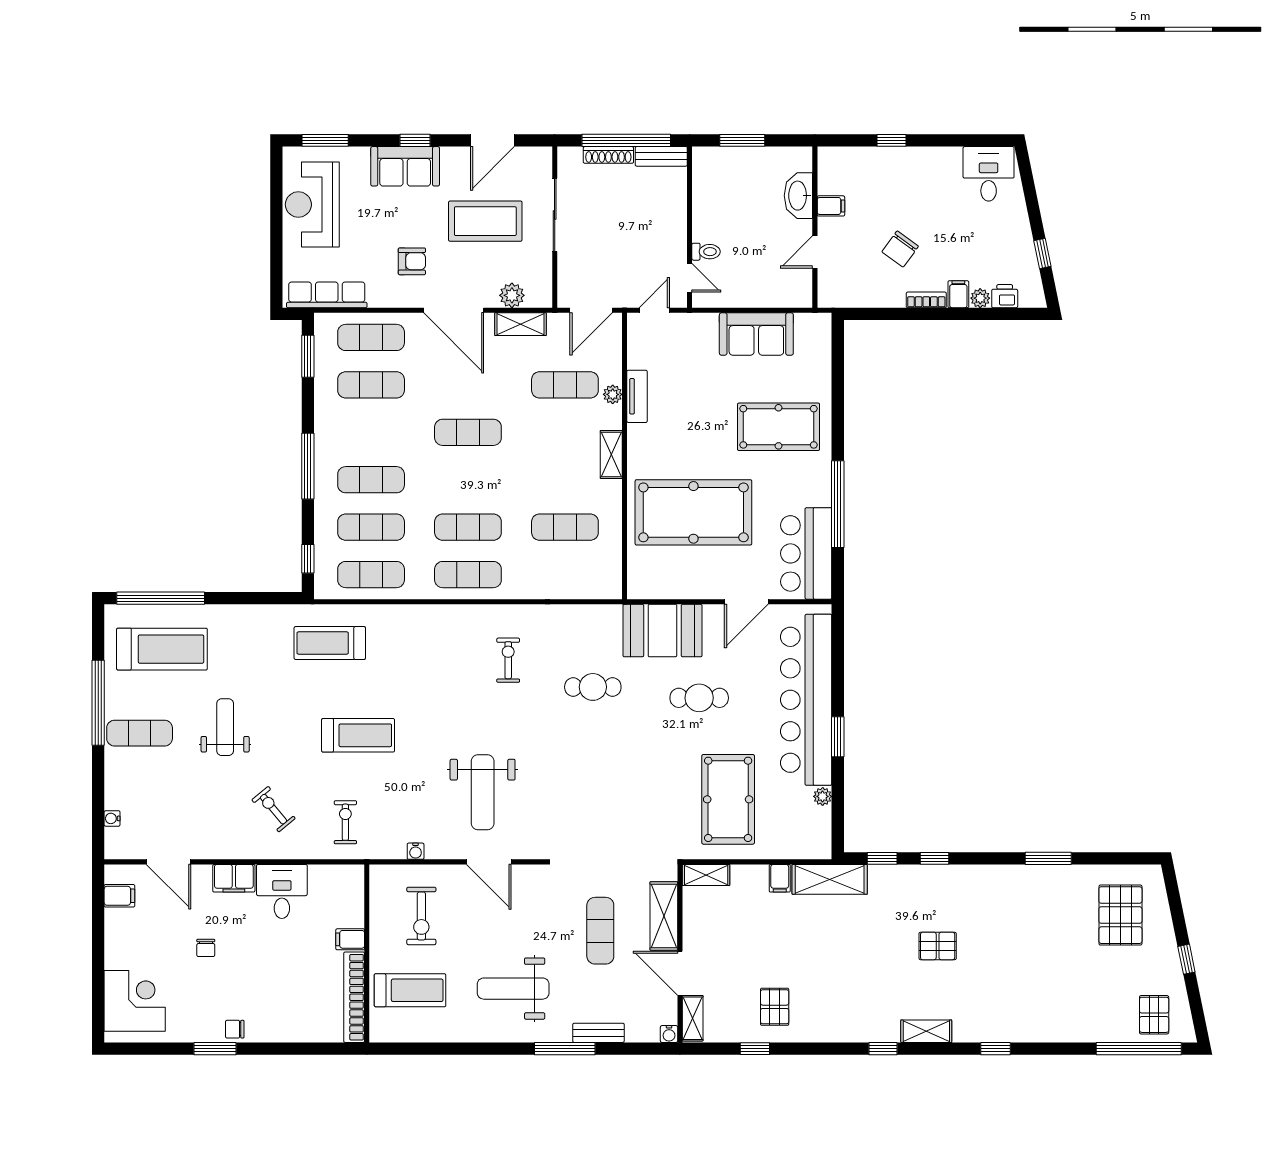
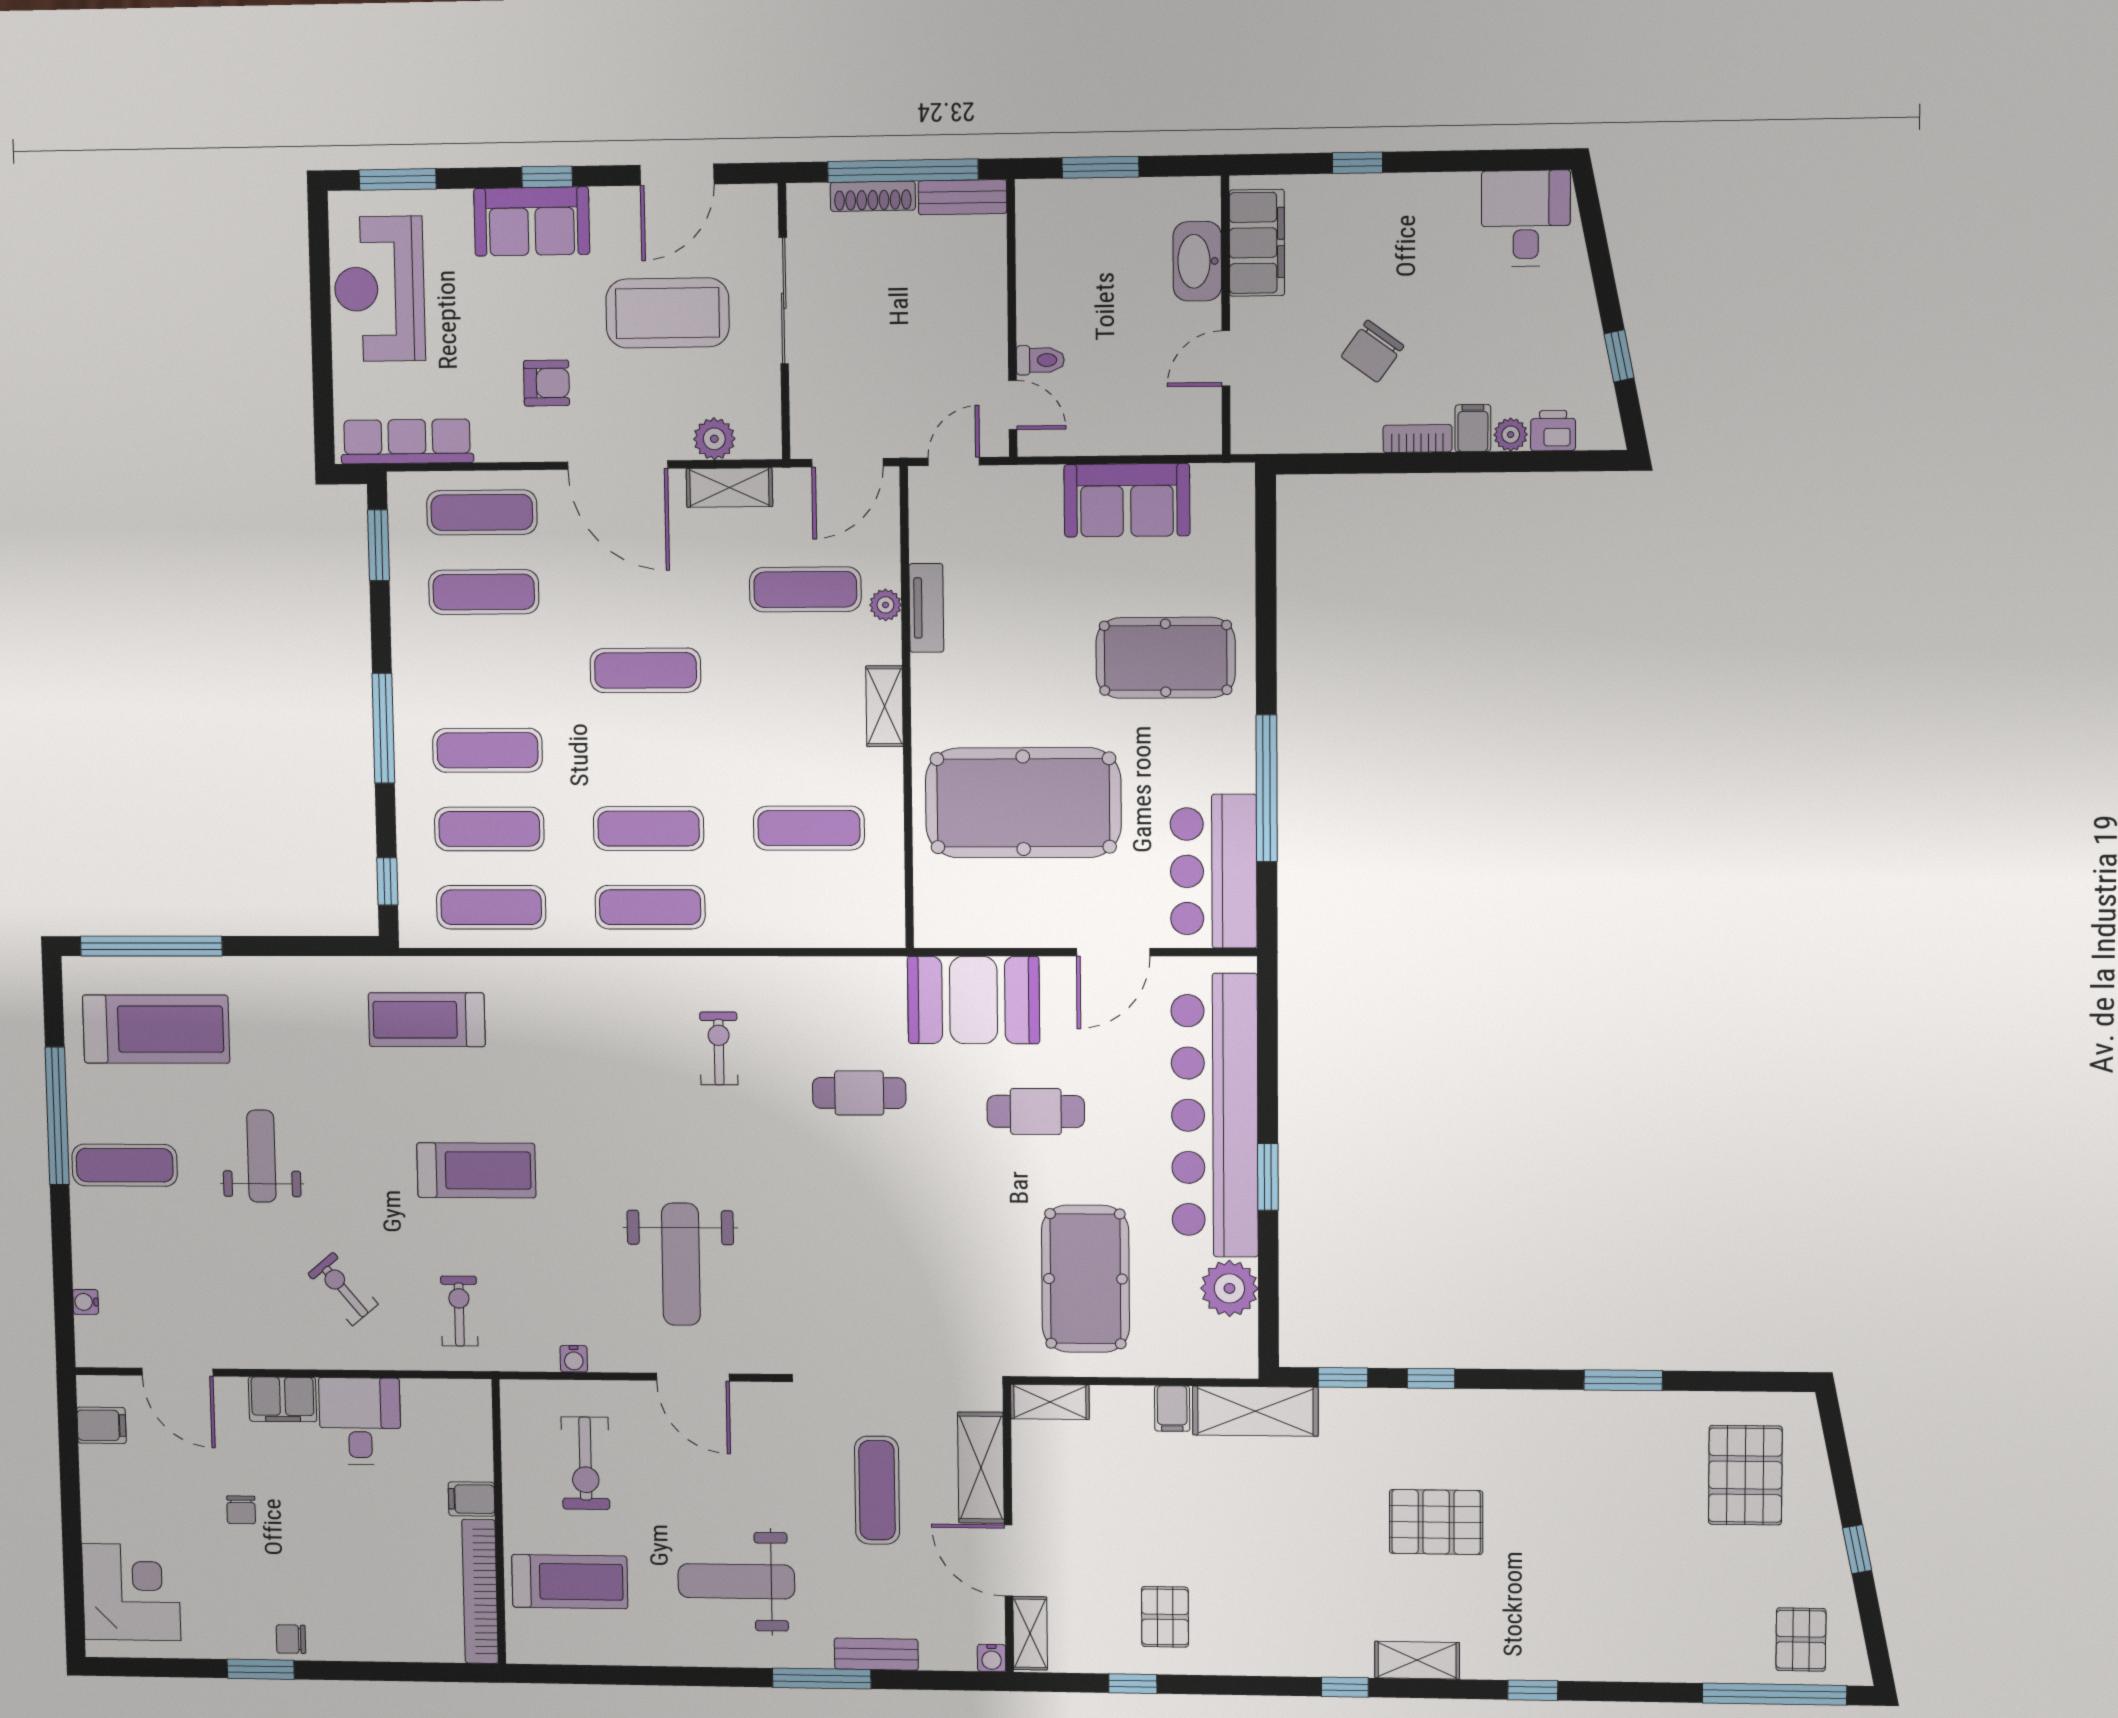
filing cabinet: (831, 206) -> (1257, 243), width x3.00, depth x1.17
plant: (823, 796) -> (1229, 1288), width x1.88, depth x1.88
pallet: (938, 946) -> (1436, 1522), width x1.50, depth x1.42

